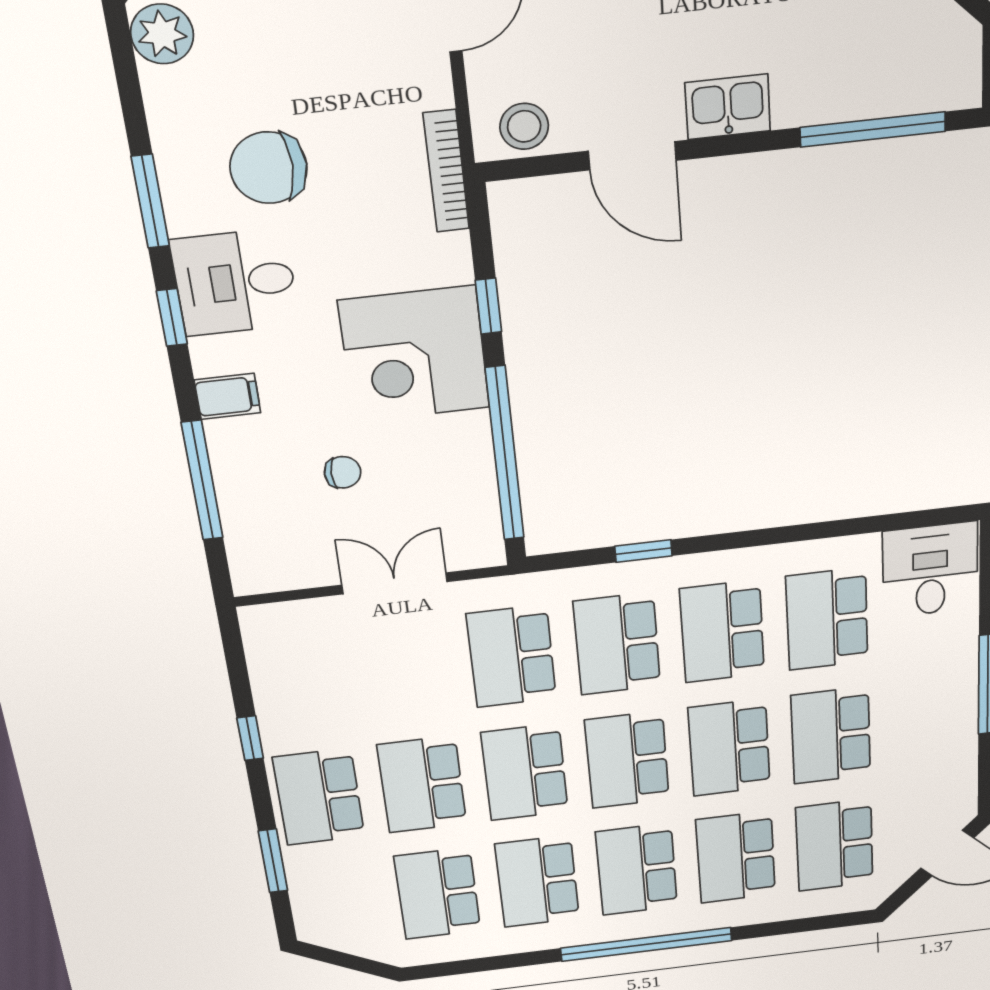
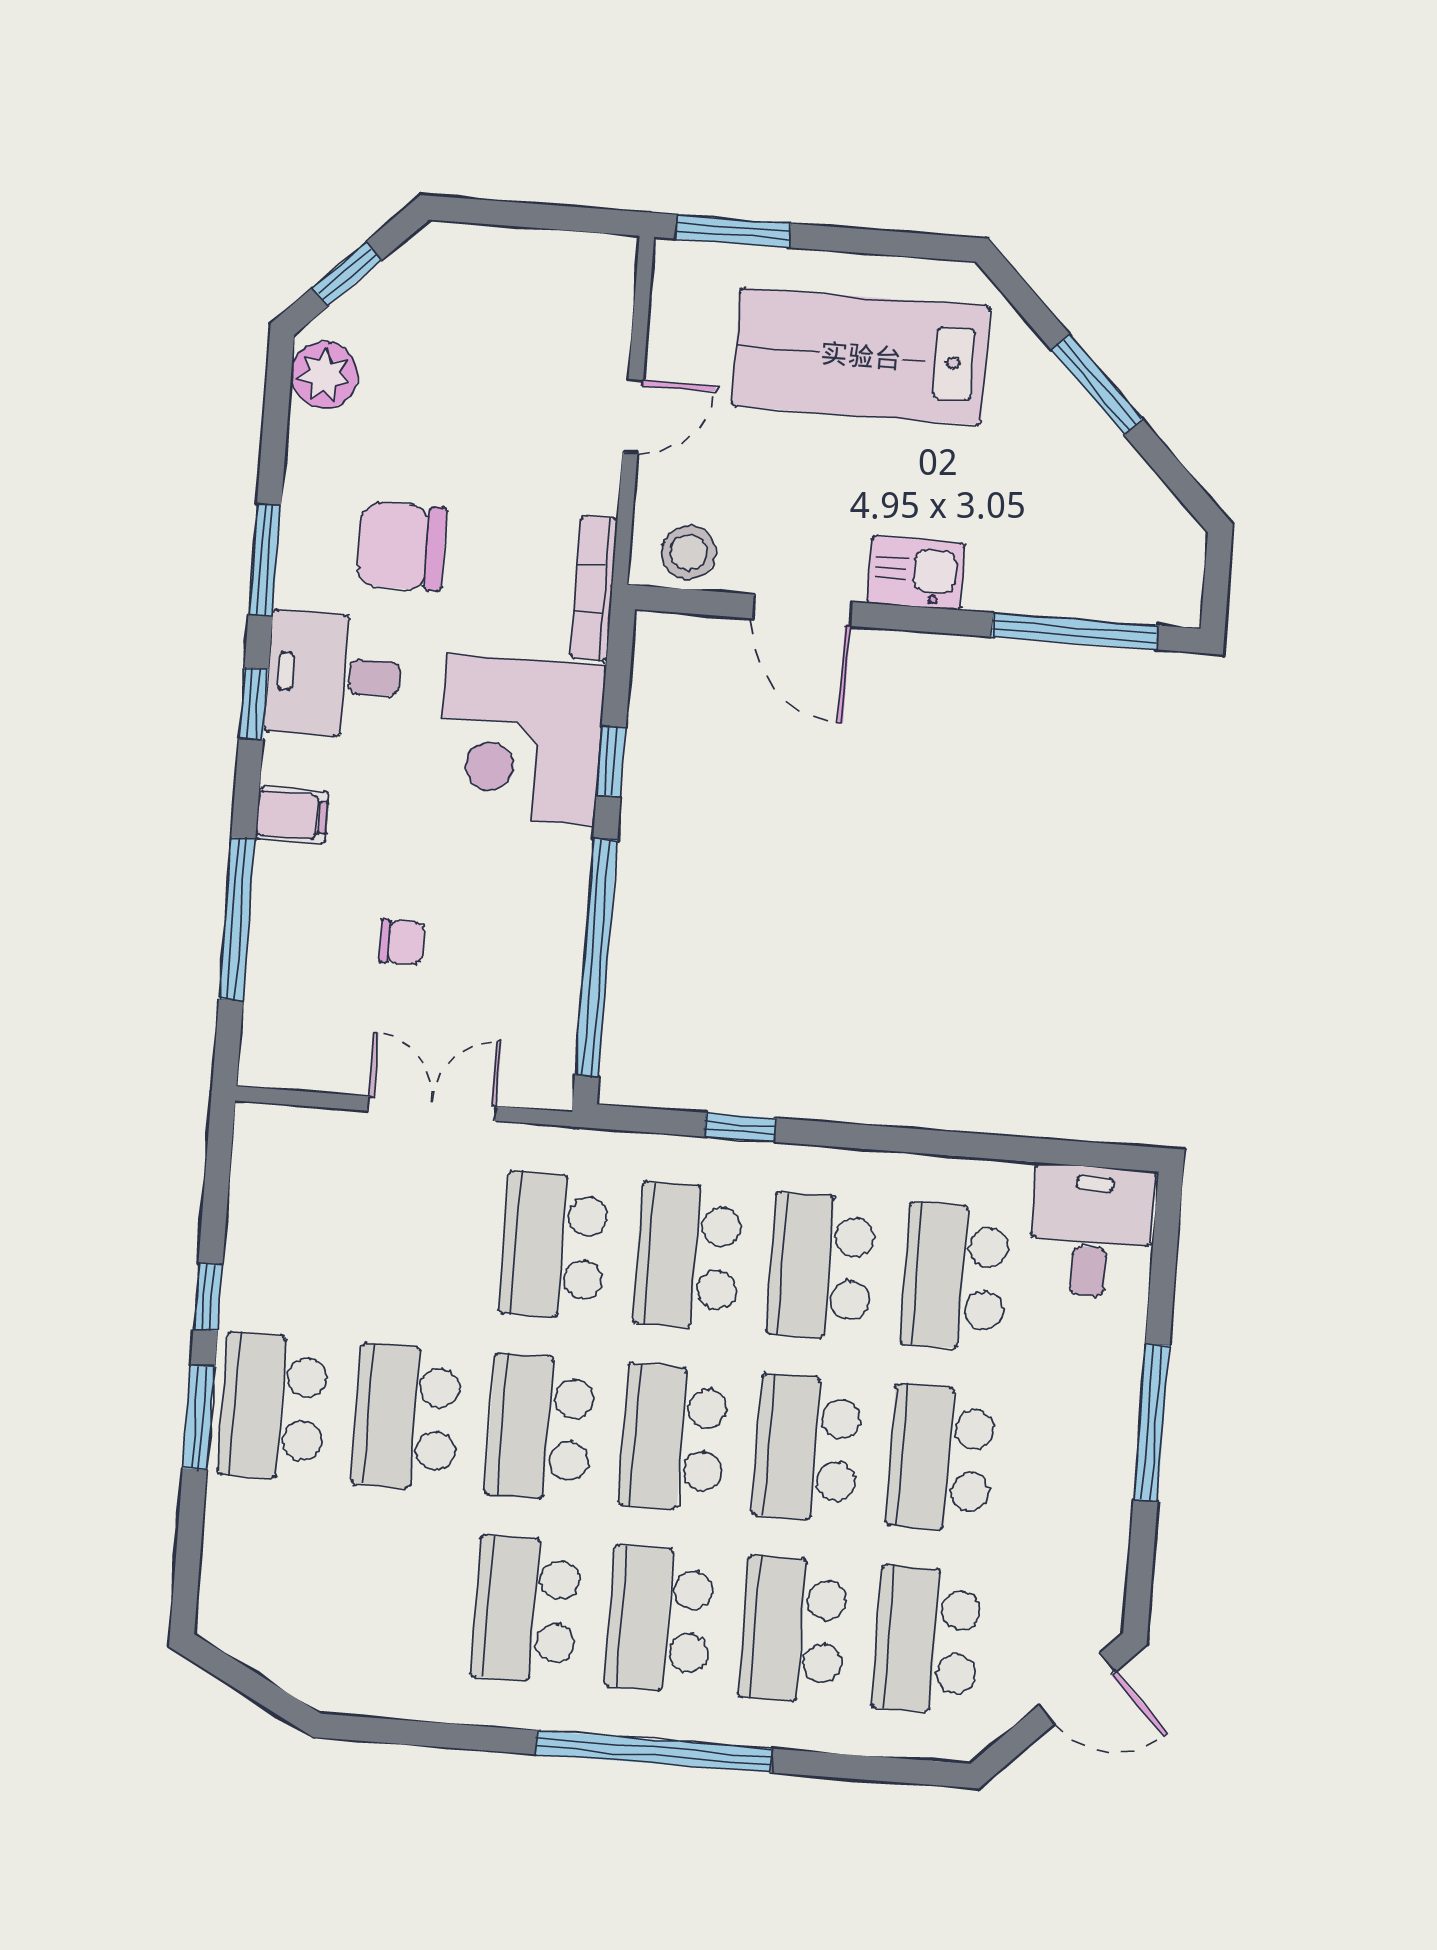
corner desk: (414, 354) -> (521, 740), moved
window: (273, 861) -> (199, 1418), moved
school desk: (438, 894) -> (393, 1599), removed

